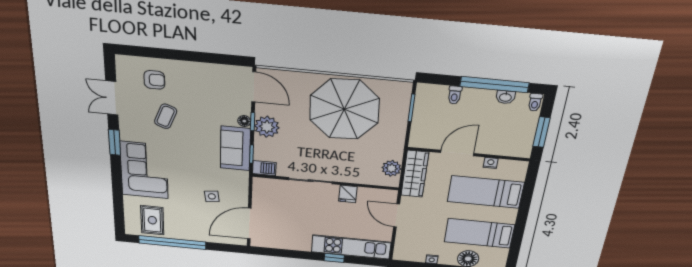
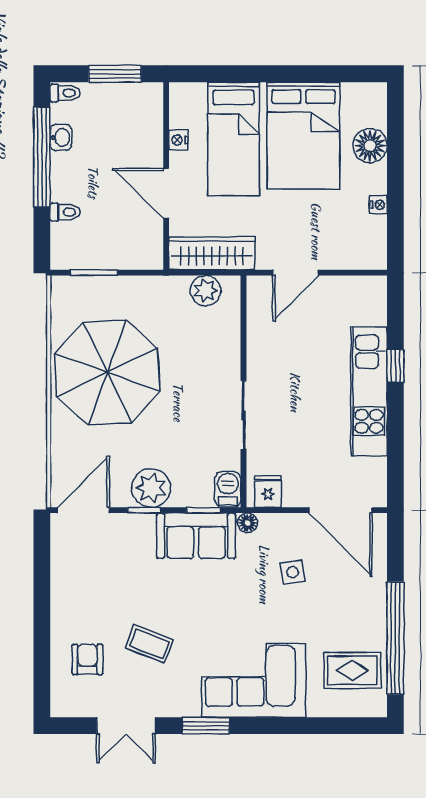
floor lamp: (244, 121) -> (248, 523), moved
fridge: (348, 194) -> (268, 491), moved, turned -90
bed: (479, 233) -> (303, 136), width x1.50
kitchen unit: (351, 247) -> (369, 392), moved

